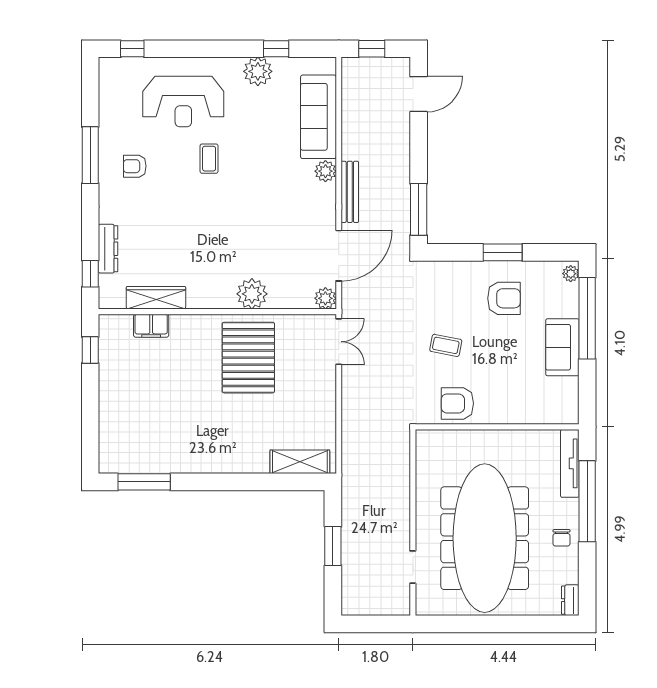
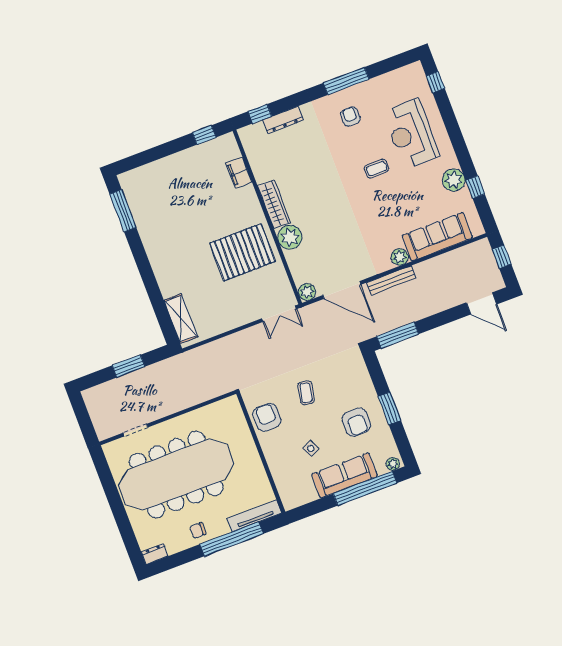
wardrobe: (156, 298) -> (274, 204), moved
sofa: (562, 347) -> (344, 475), width x1.36
side table: (515, 365) -> (311, 448), added

